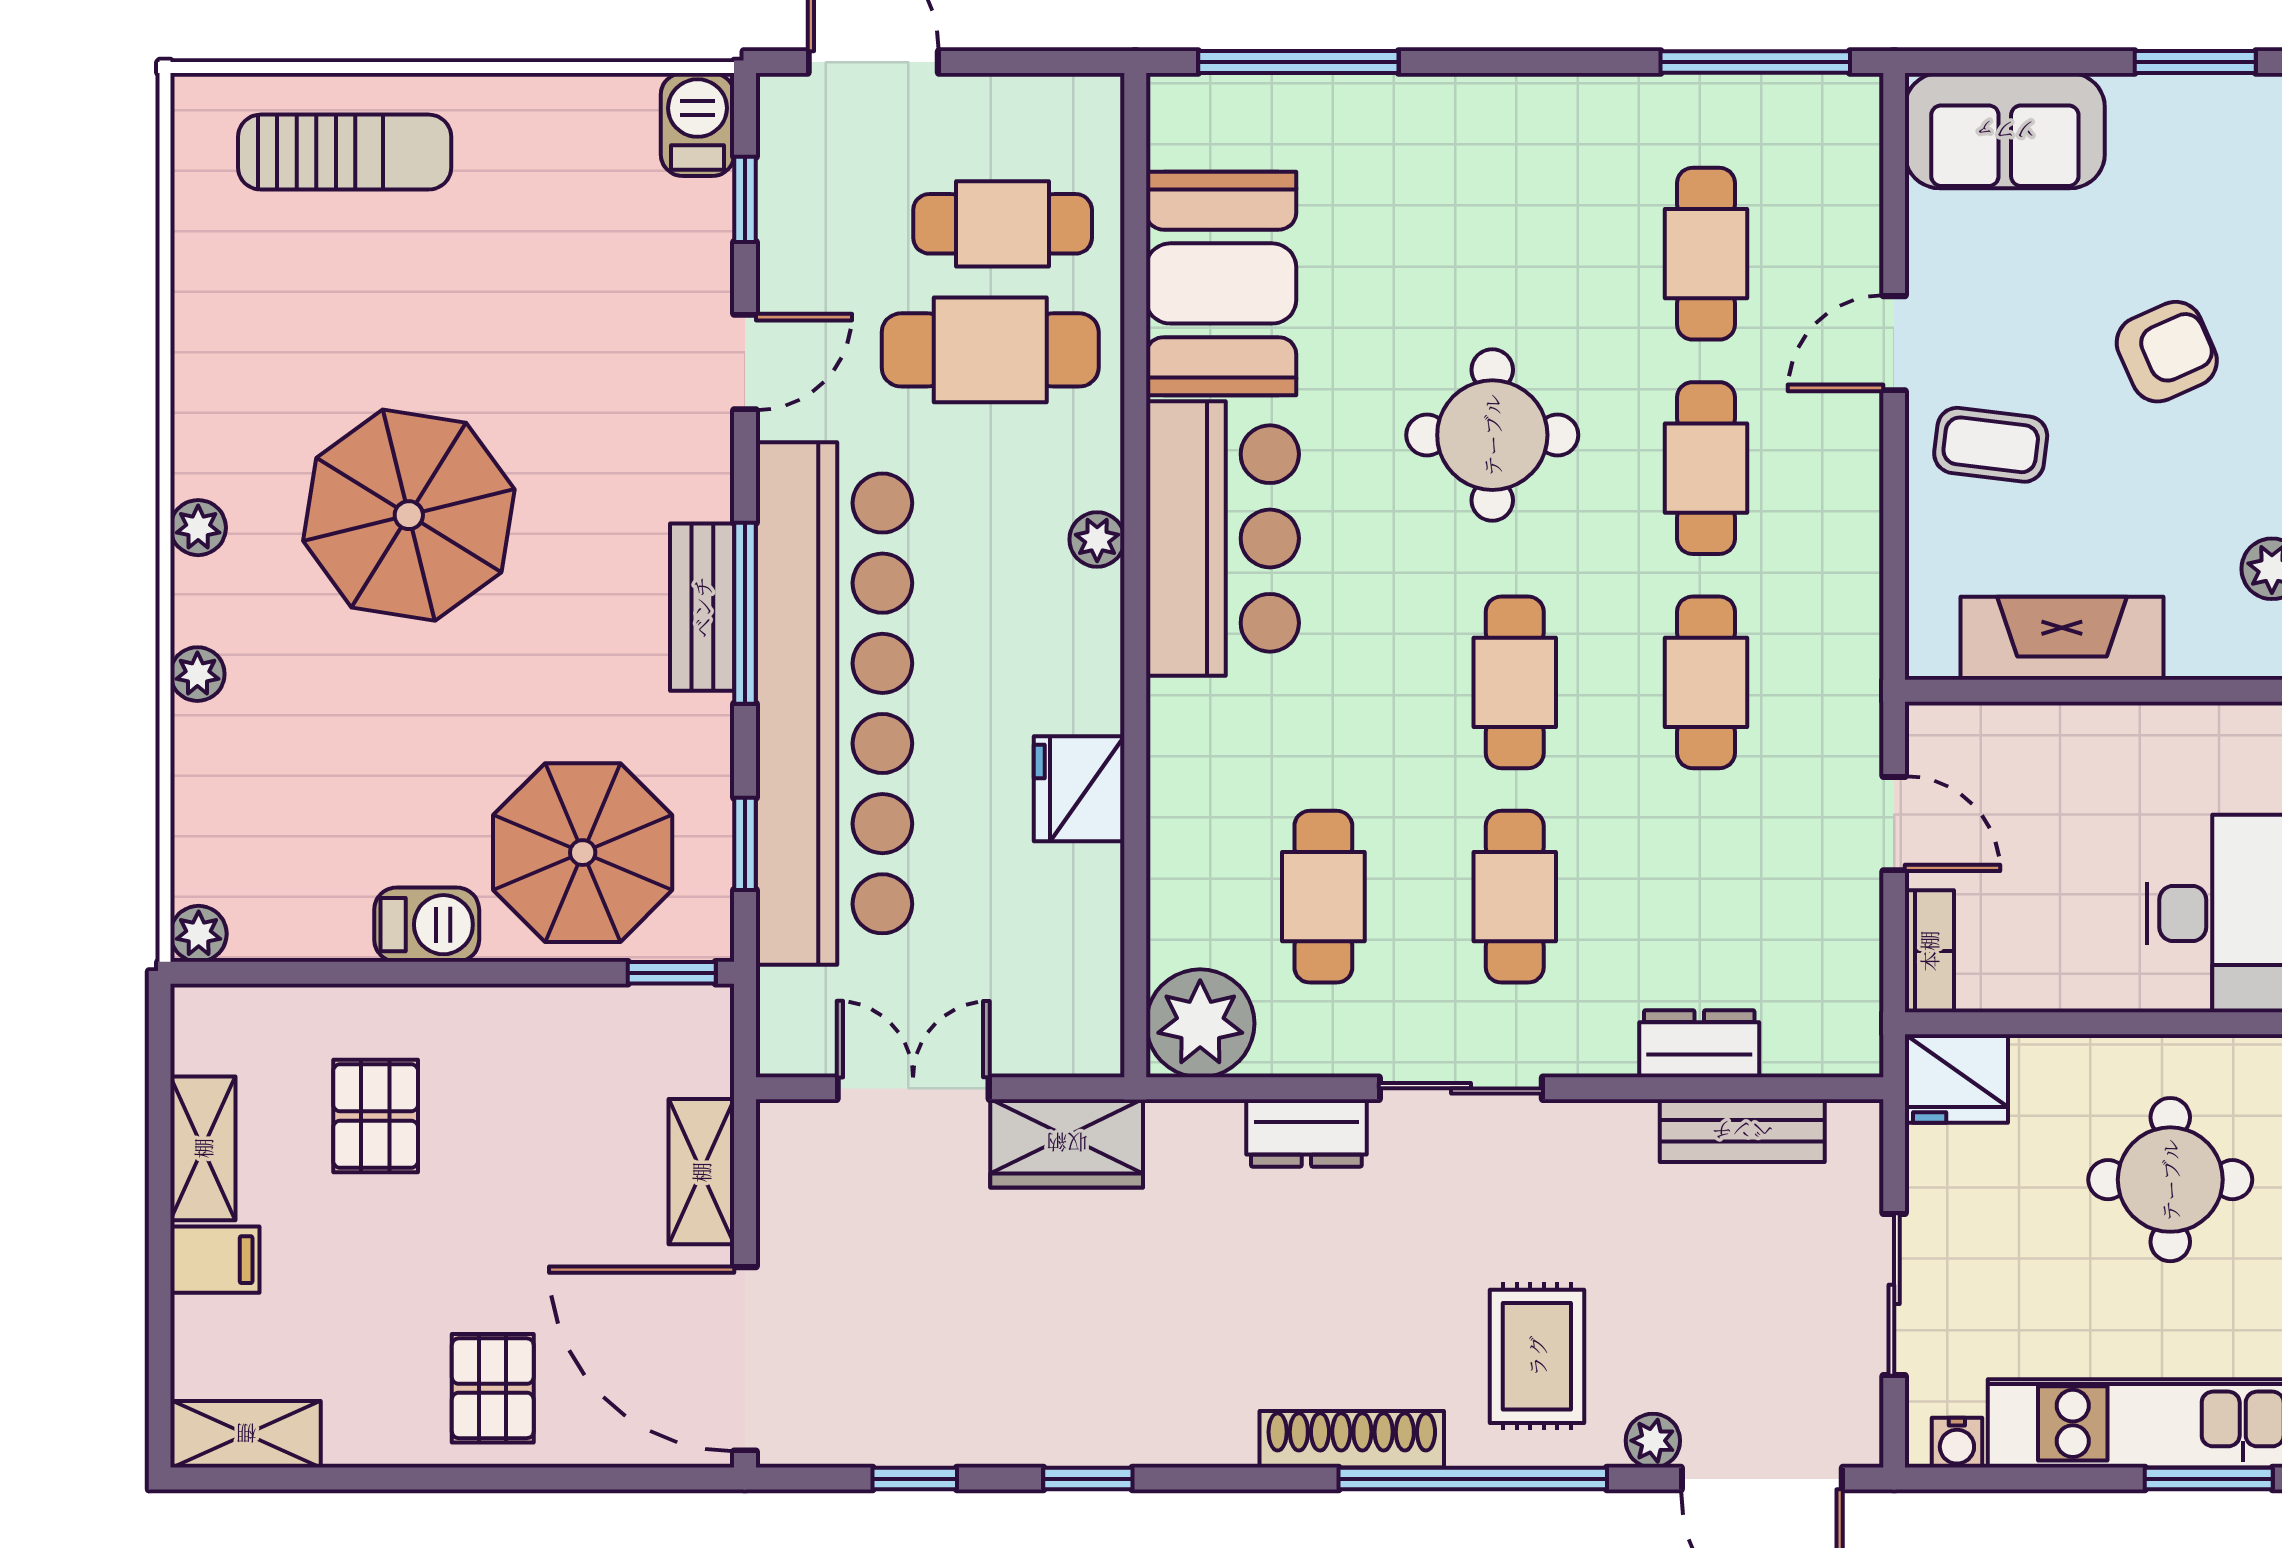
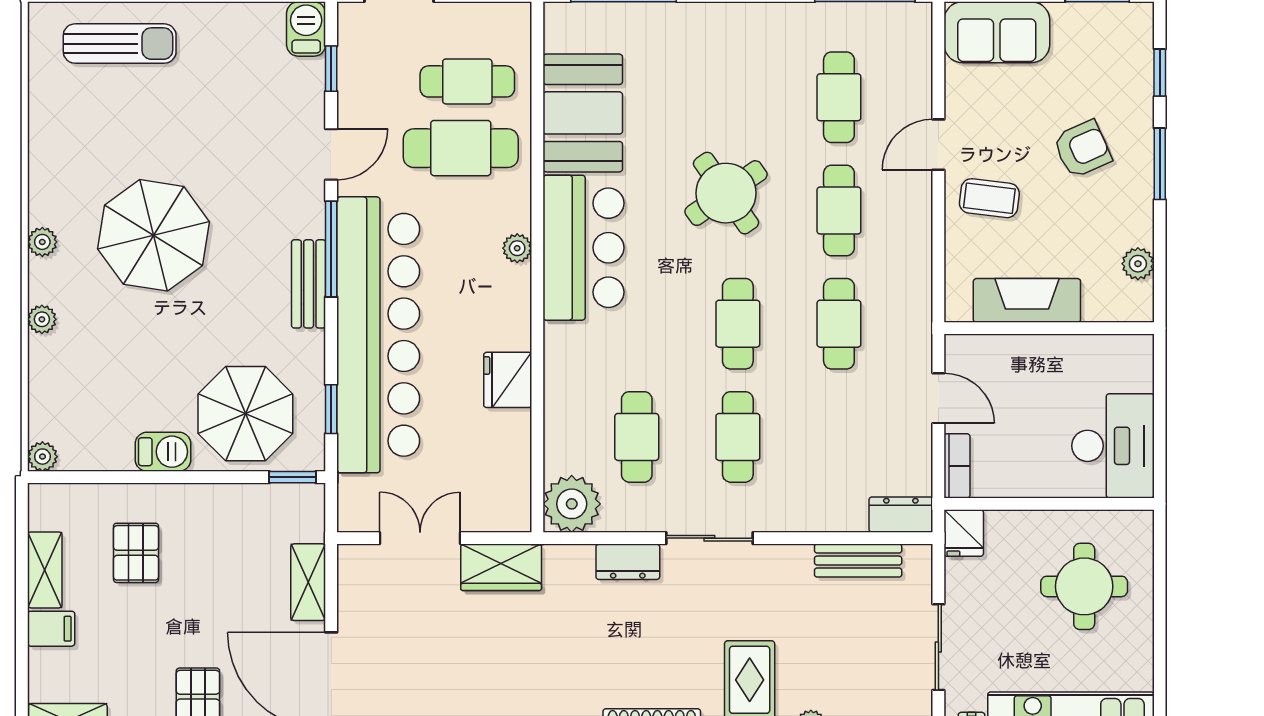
round table: (1492, 435) -> (726, 193), turned -35
window: (745, 613) -> (331, 249), moved
dresser: (1699, 1044) -> (901, 515), moved
fridge: (1956, 1078) -> (964, 533), width x0.72

